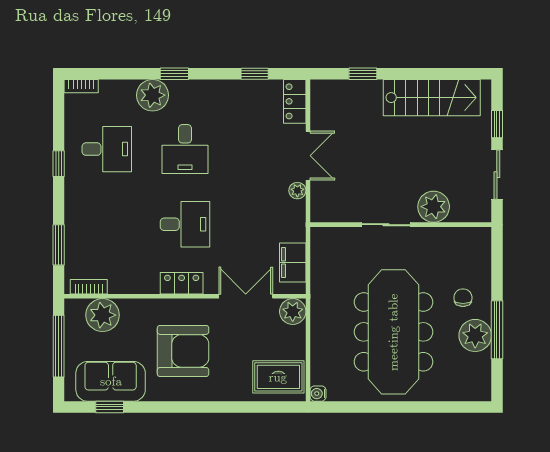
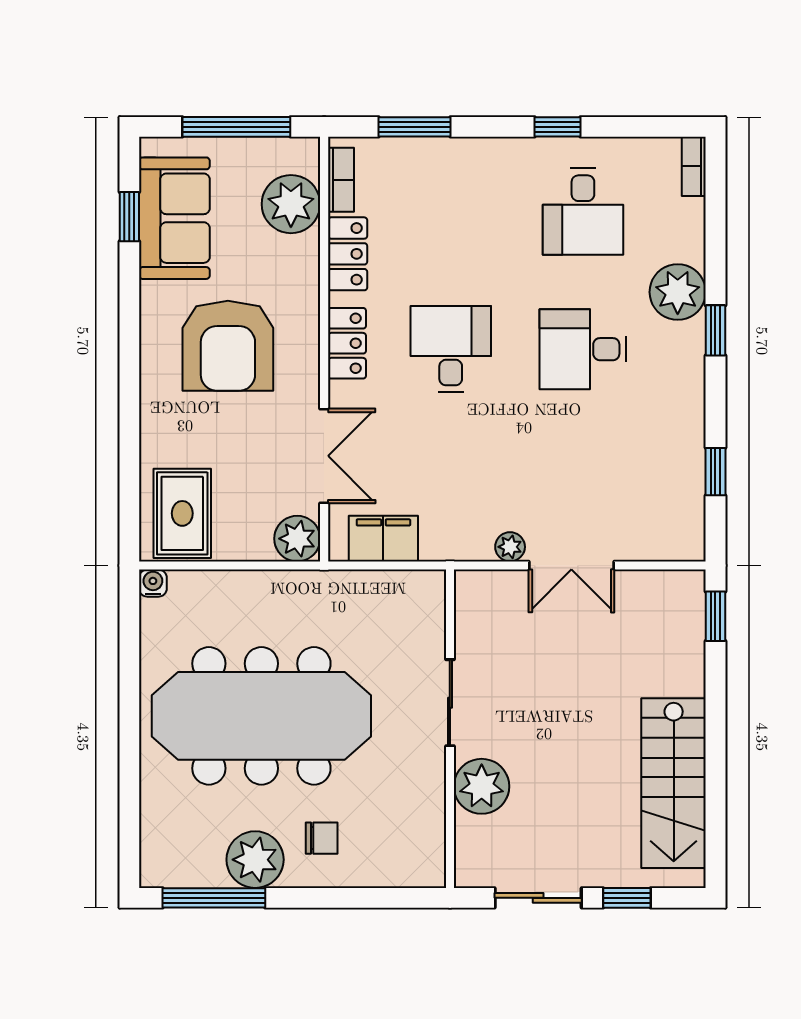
window: (363, 74) -> (715, 616), moved
locker: (295, 101) -> (348, 254), moved, turned 90
desk: (185, 224) -> (451, 349), turned 180
window: (497, 330) -> (214, 898), moved

